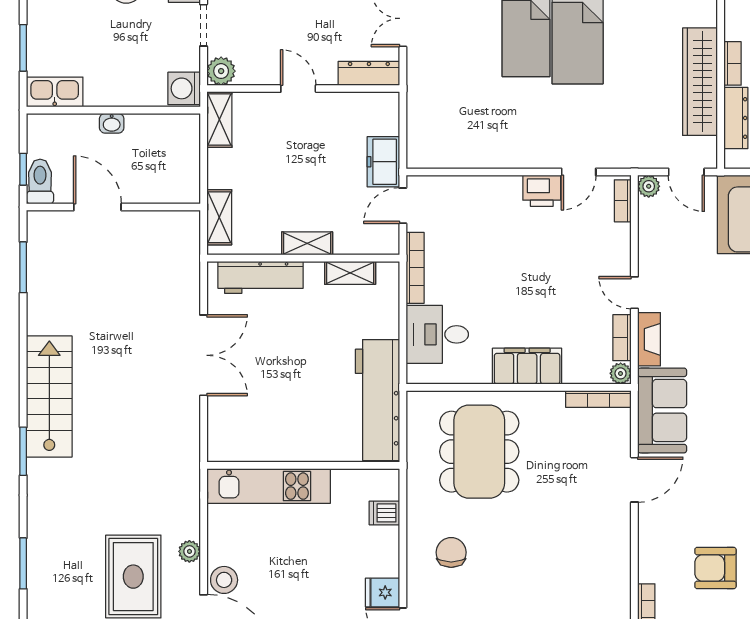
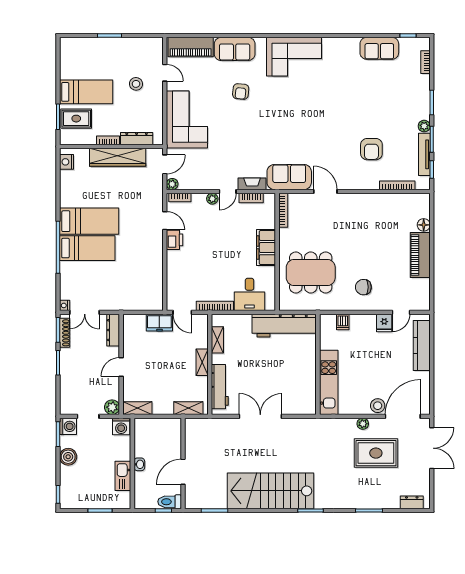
kitchen sink: (55, 92) -> (123, 476), moved
plant: (621, 373) -> (212, 199), moved
stairs: (49, 396) -> (270, 491), width x1.36, depth x1.51

